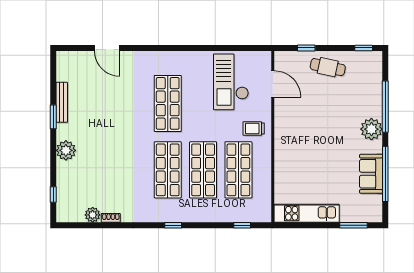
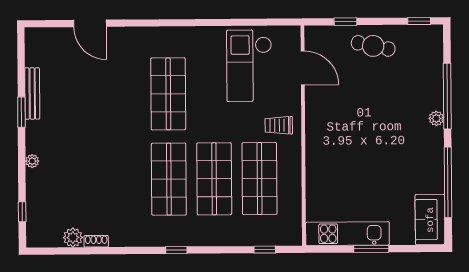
plant: (371, 129) -> (436, 118), width x0.53, depth x0.53
plant: (66, 150) -> (32, 161), width x0.53, depth x0.53
sofa: (371, 174) -> (430, 220), moved
window: (353, 225) -> (371, 249), moved

